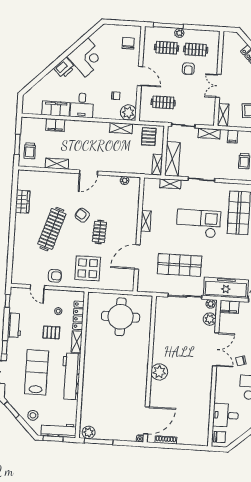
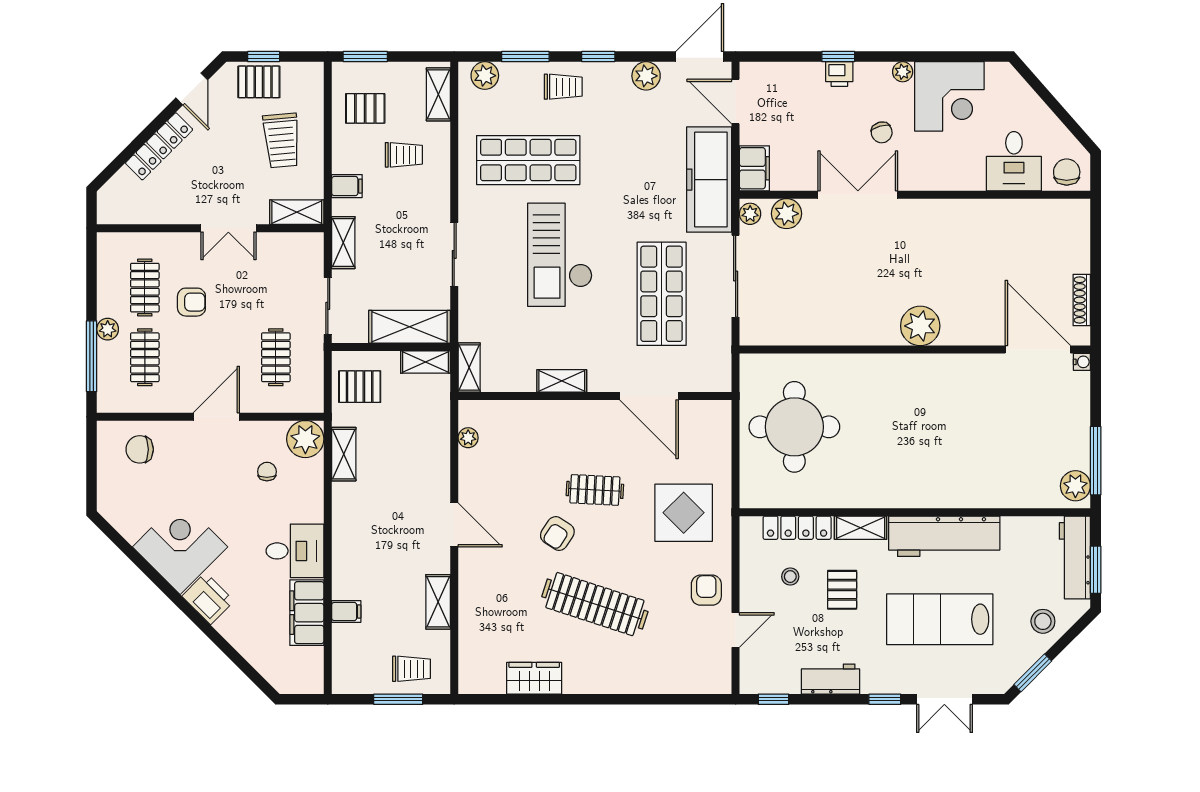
filing cabinet: (55, 125) -> (346, 611), width x0.50
shelving: (170, 184) -> (469, 368), moved

